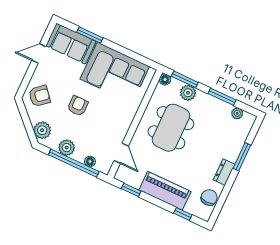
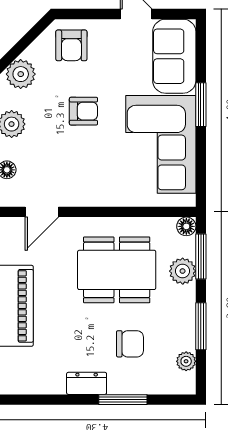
window: (90, 35) -> (201, 105), moved
armchair: (39, 96) -> (71, 45), turned 40
chair: (209, 197) -> (130, 344), moved

